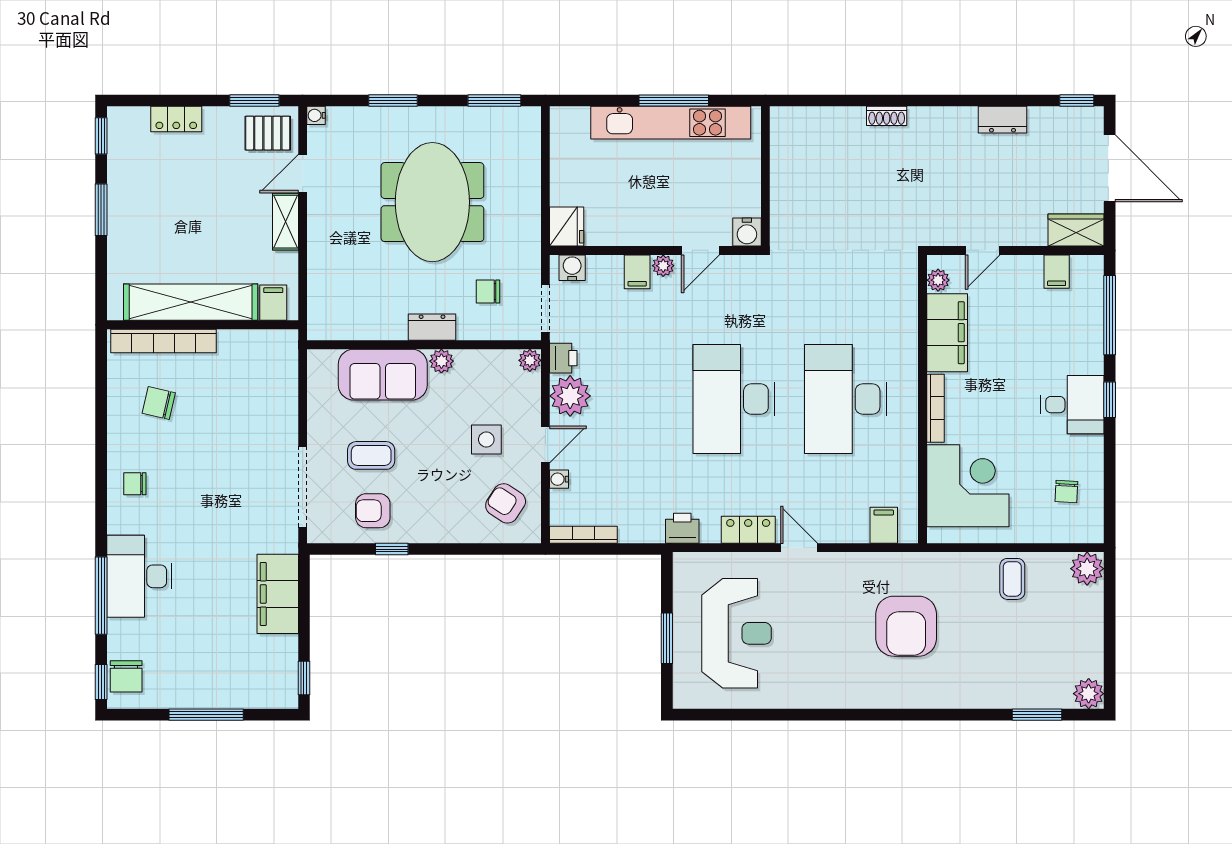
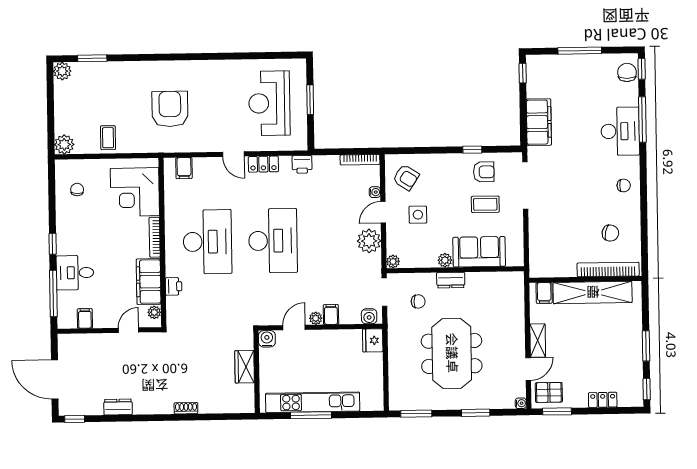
wardrobe: (1076, 230) -> (245, 367), moved, turned 90
printer: (563, 358) -> (174, 286), moved, turned 180
desk: (1072, 405) -> (75, 273), moved

